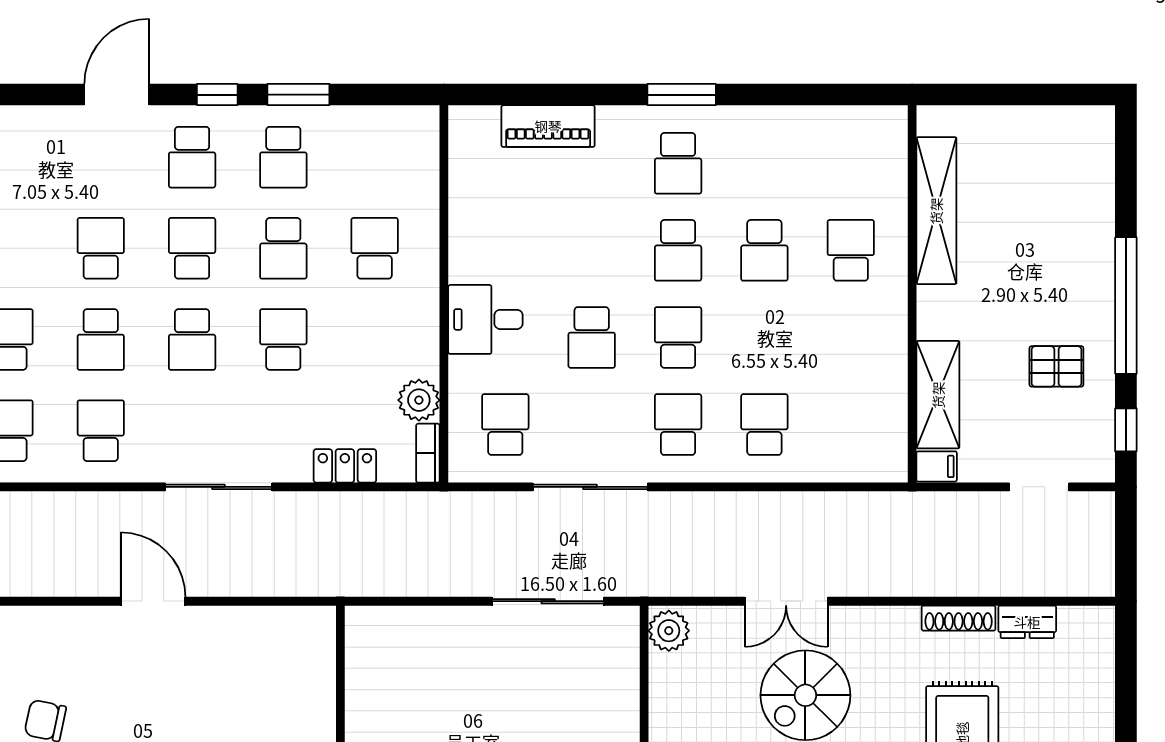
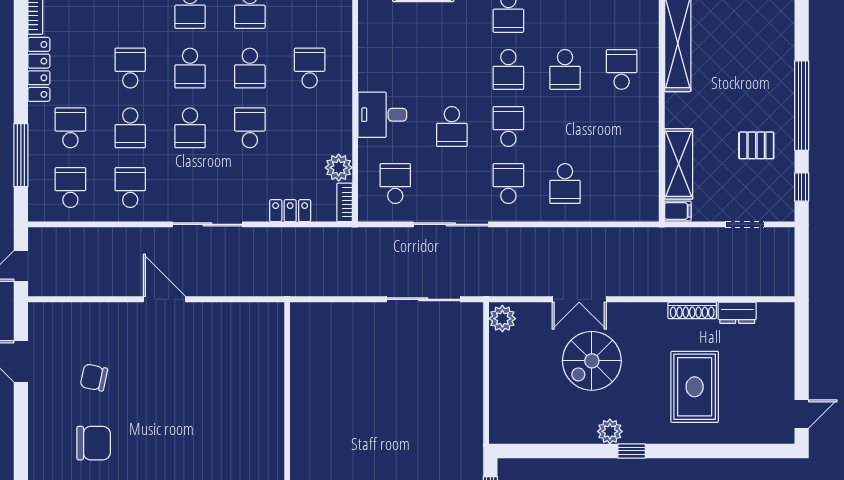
school desk: (192, 248) -> (190, 68), turned 180
school desk: (764, 425) -> (565, 184), turned 180

